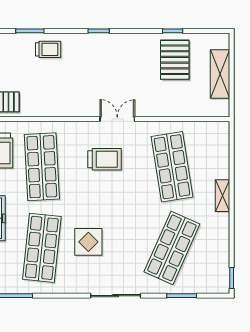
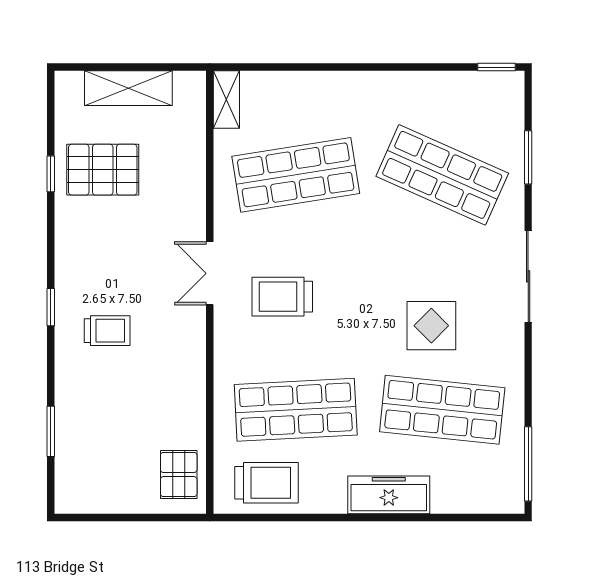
trolley: (48, 49) -> (107, 331), moved, turned 90
trolley: (104, 159) -> (282, 297), turned -90
shelving: (223, 196) -> (226, 99), moved, turned 90

